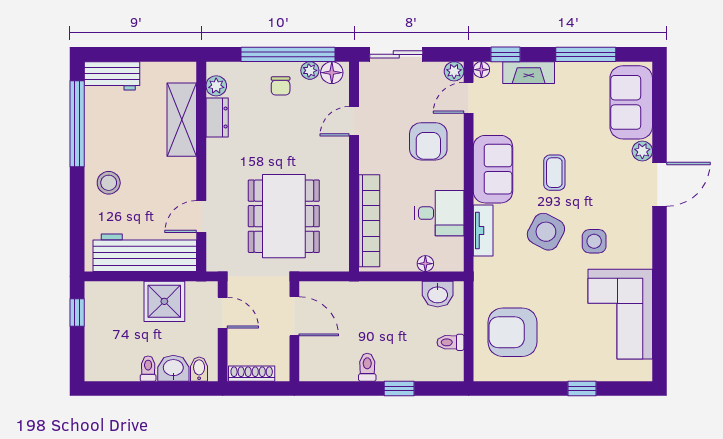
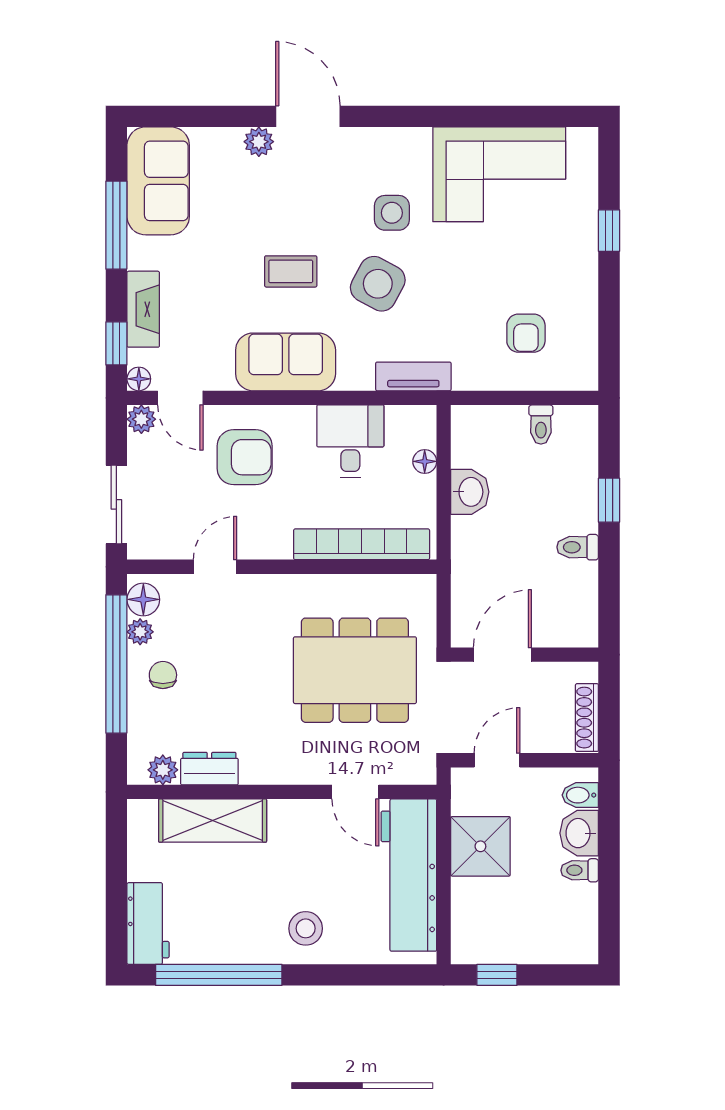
chair: (281, 86) -> (163, 675), turned -90
sofa: (631, 102) -> (158, 181), moved, turned -90
door: (354, 121) -> (215, 567), swing flipped
tv unit: (483, 231) -> (413, 376), moved
washbasin: (438, 294) -> (470, 492), moved
armchair: (512, 332) -> (526, 333), width x0.53, depth x0.53

